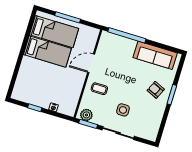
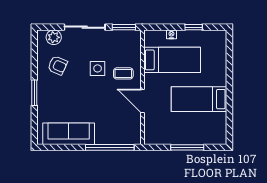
bed: (54, 32) -> (172, 60), moved, turned 180
door: (91, 63) -> (142, 101), swing flipped
armchair: (156, 90) -> (58, 65), moved
side table: (123, 110) -> (98, 68), moved
plant: (86, 115) -> (54, 37), moved

